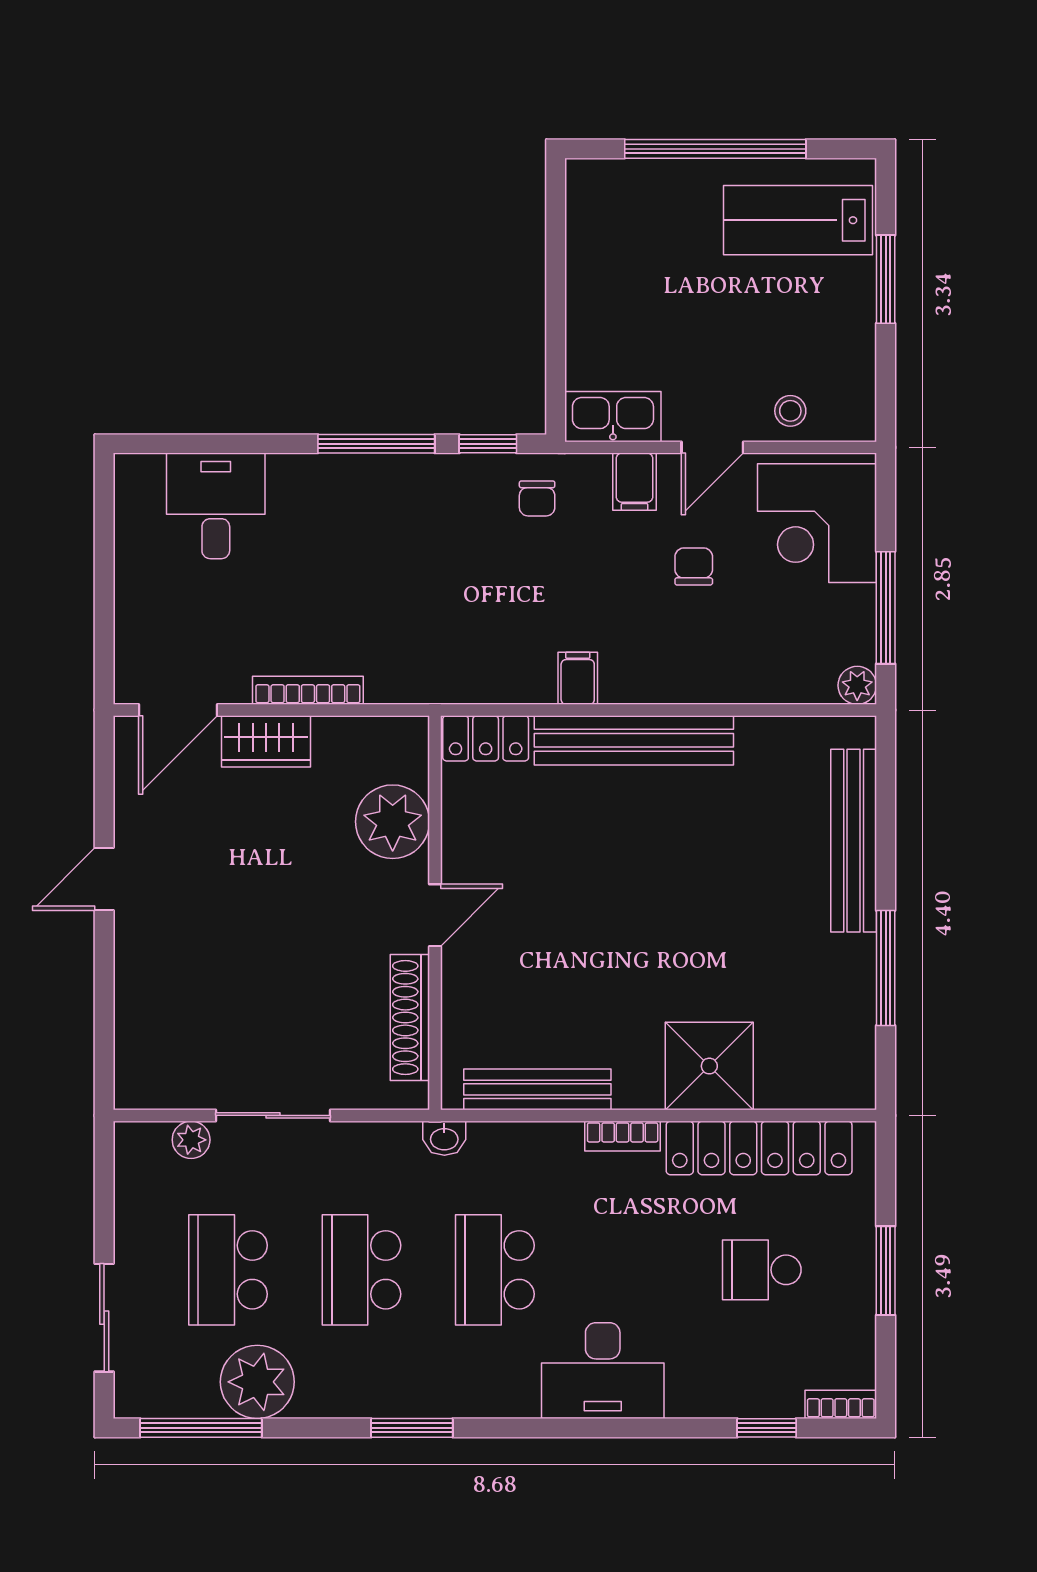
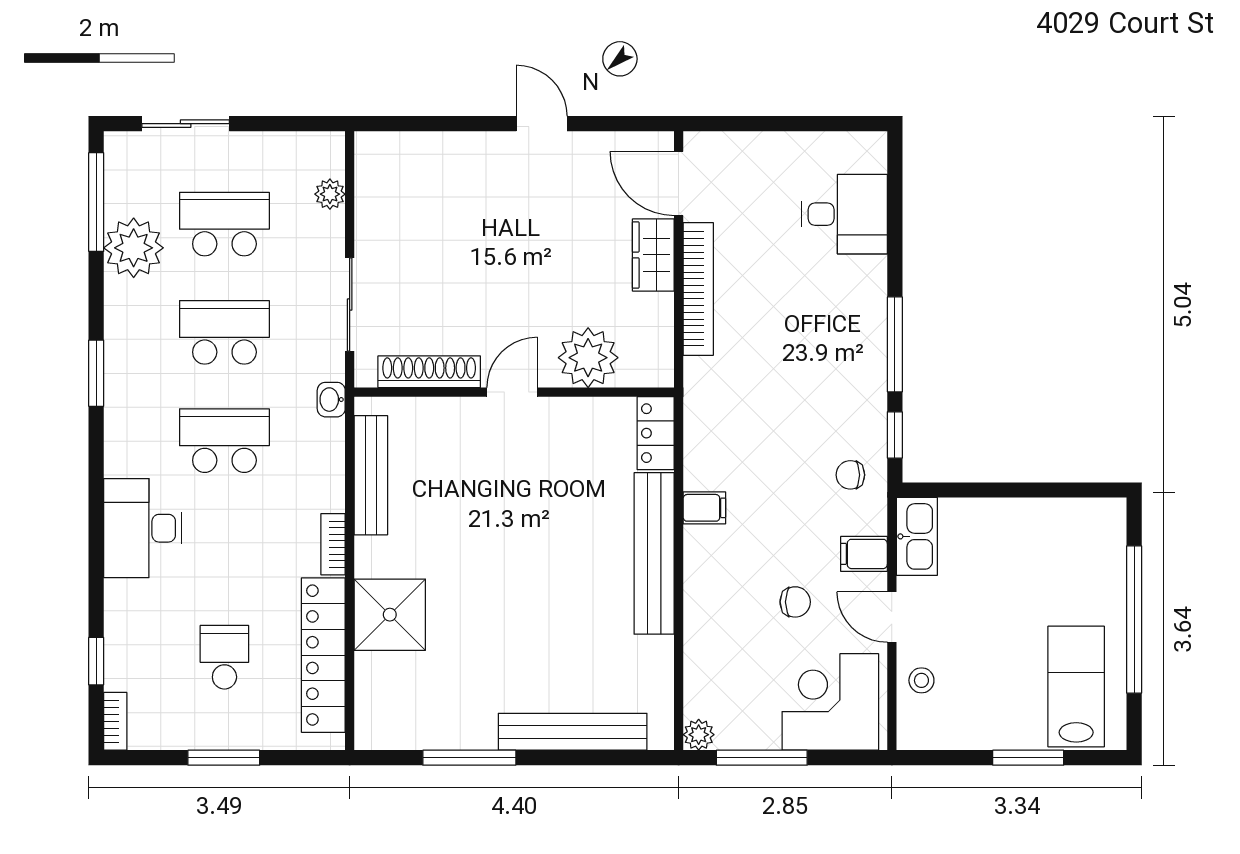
bookcase: (308, 690) -> (698, 289), width x1.48, depth x1.31
door: (435, 915) -> (512, 392), swing flipped
sliding door: (273, 1115) -> (350, 305), moved

